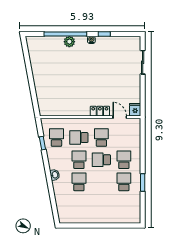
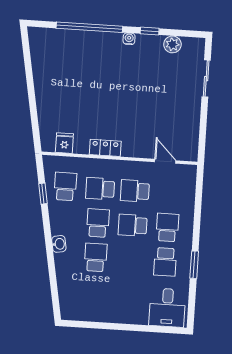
plant: (69, 42) -> (172, 44), moved
fridge: (135, 110) -> (64, 143), moved
locker: (100, 111) -> (105, 148), moved
school desk: (101, 138) -> (135, 191), turned -90
school desk: (124, 182) -> (165, 262), turned 180
desk: (127, 211) -> (167, 308), added

